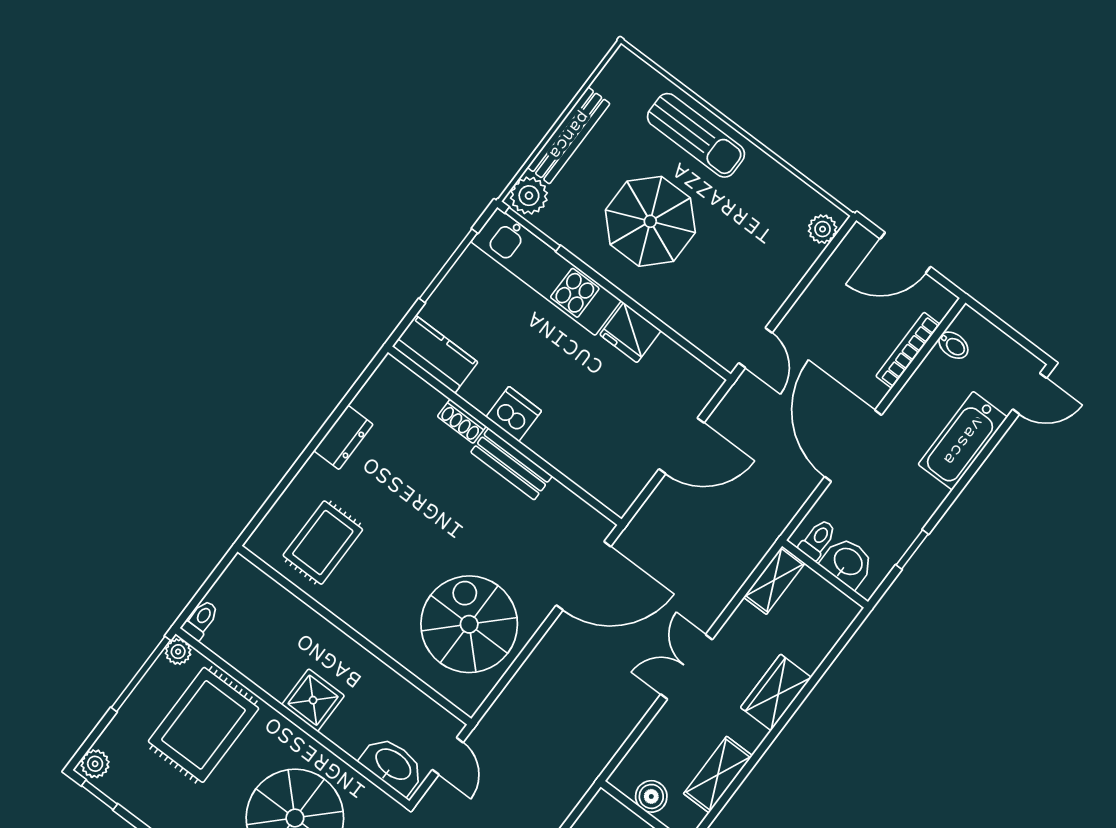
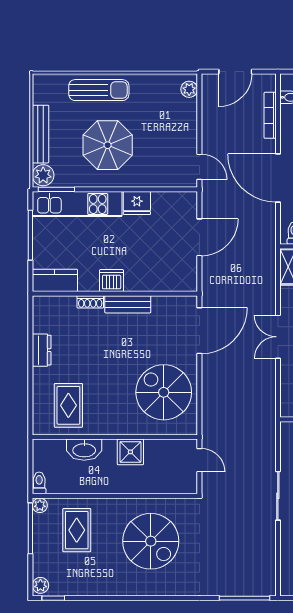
shower: (313, 700) -> (130, 452), moved
rug: (203, 725) -> (77, 530), width x0.73, depth x0.70
washbasin: (393, 765) -> (84, 450), moved, turned 180

